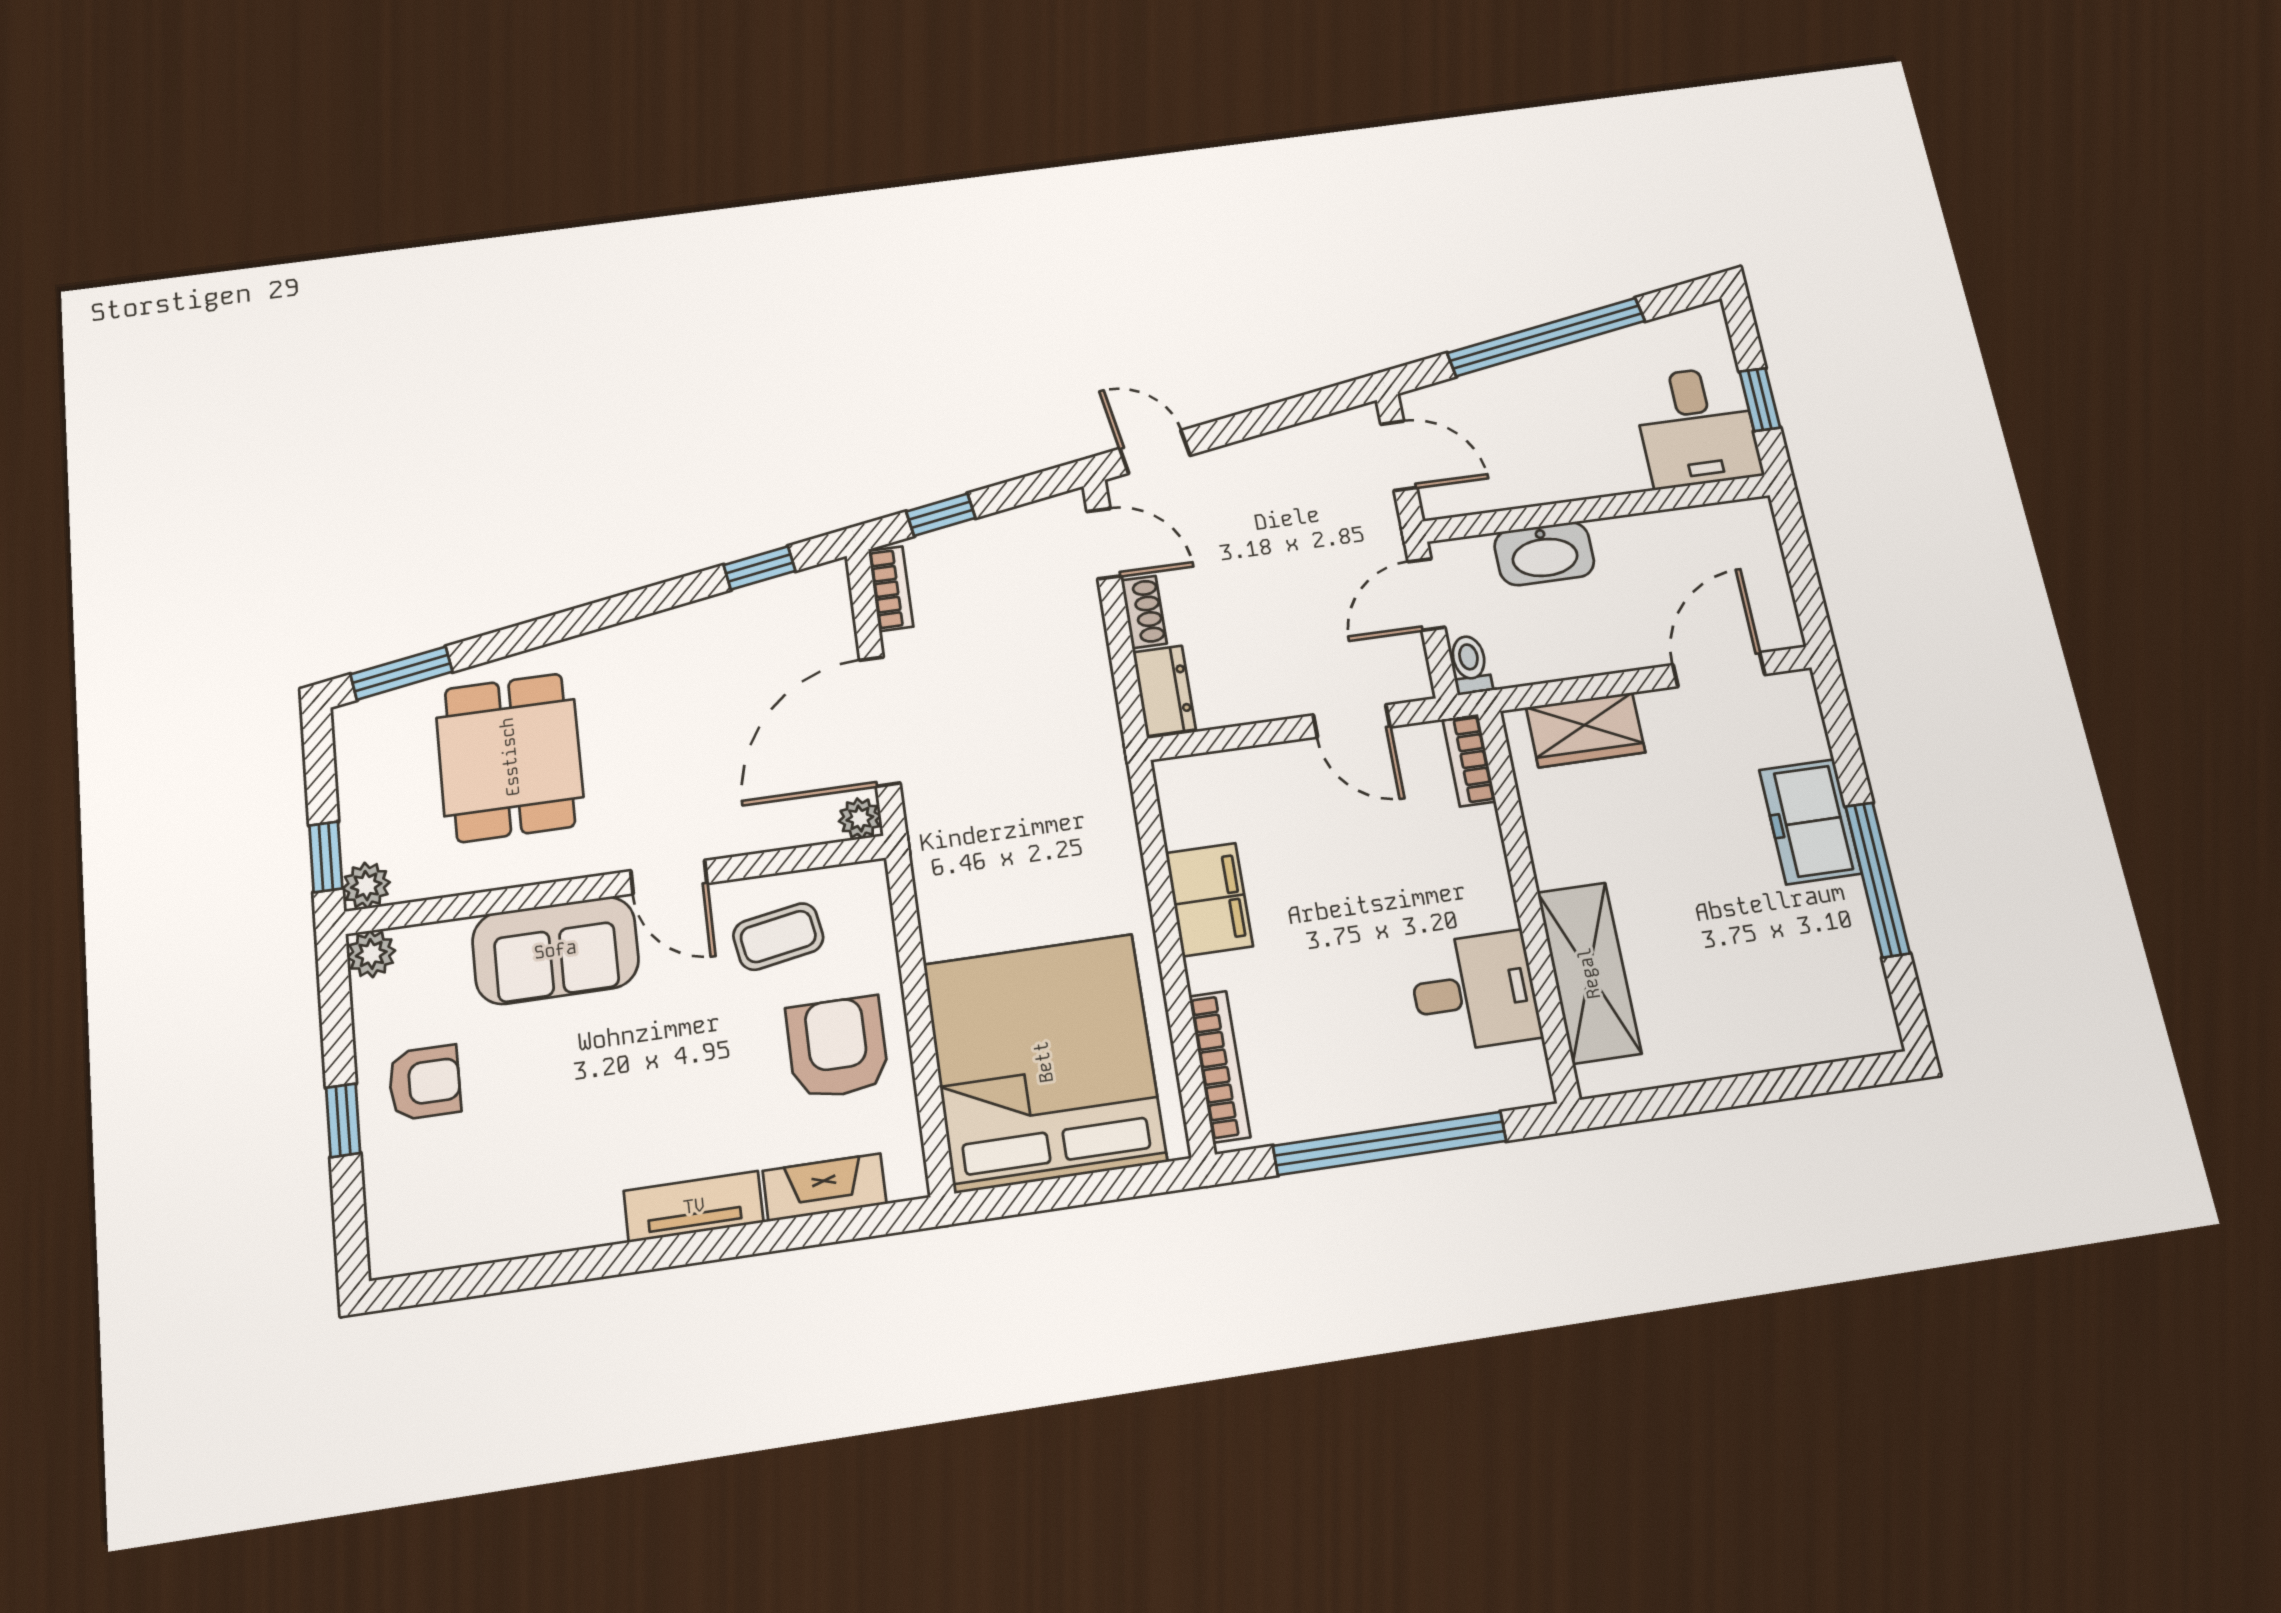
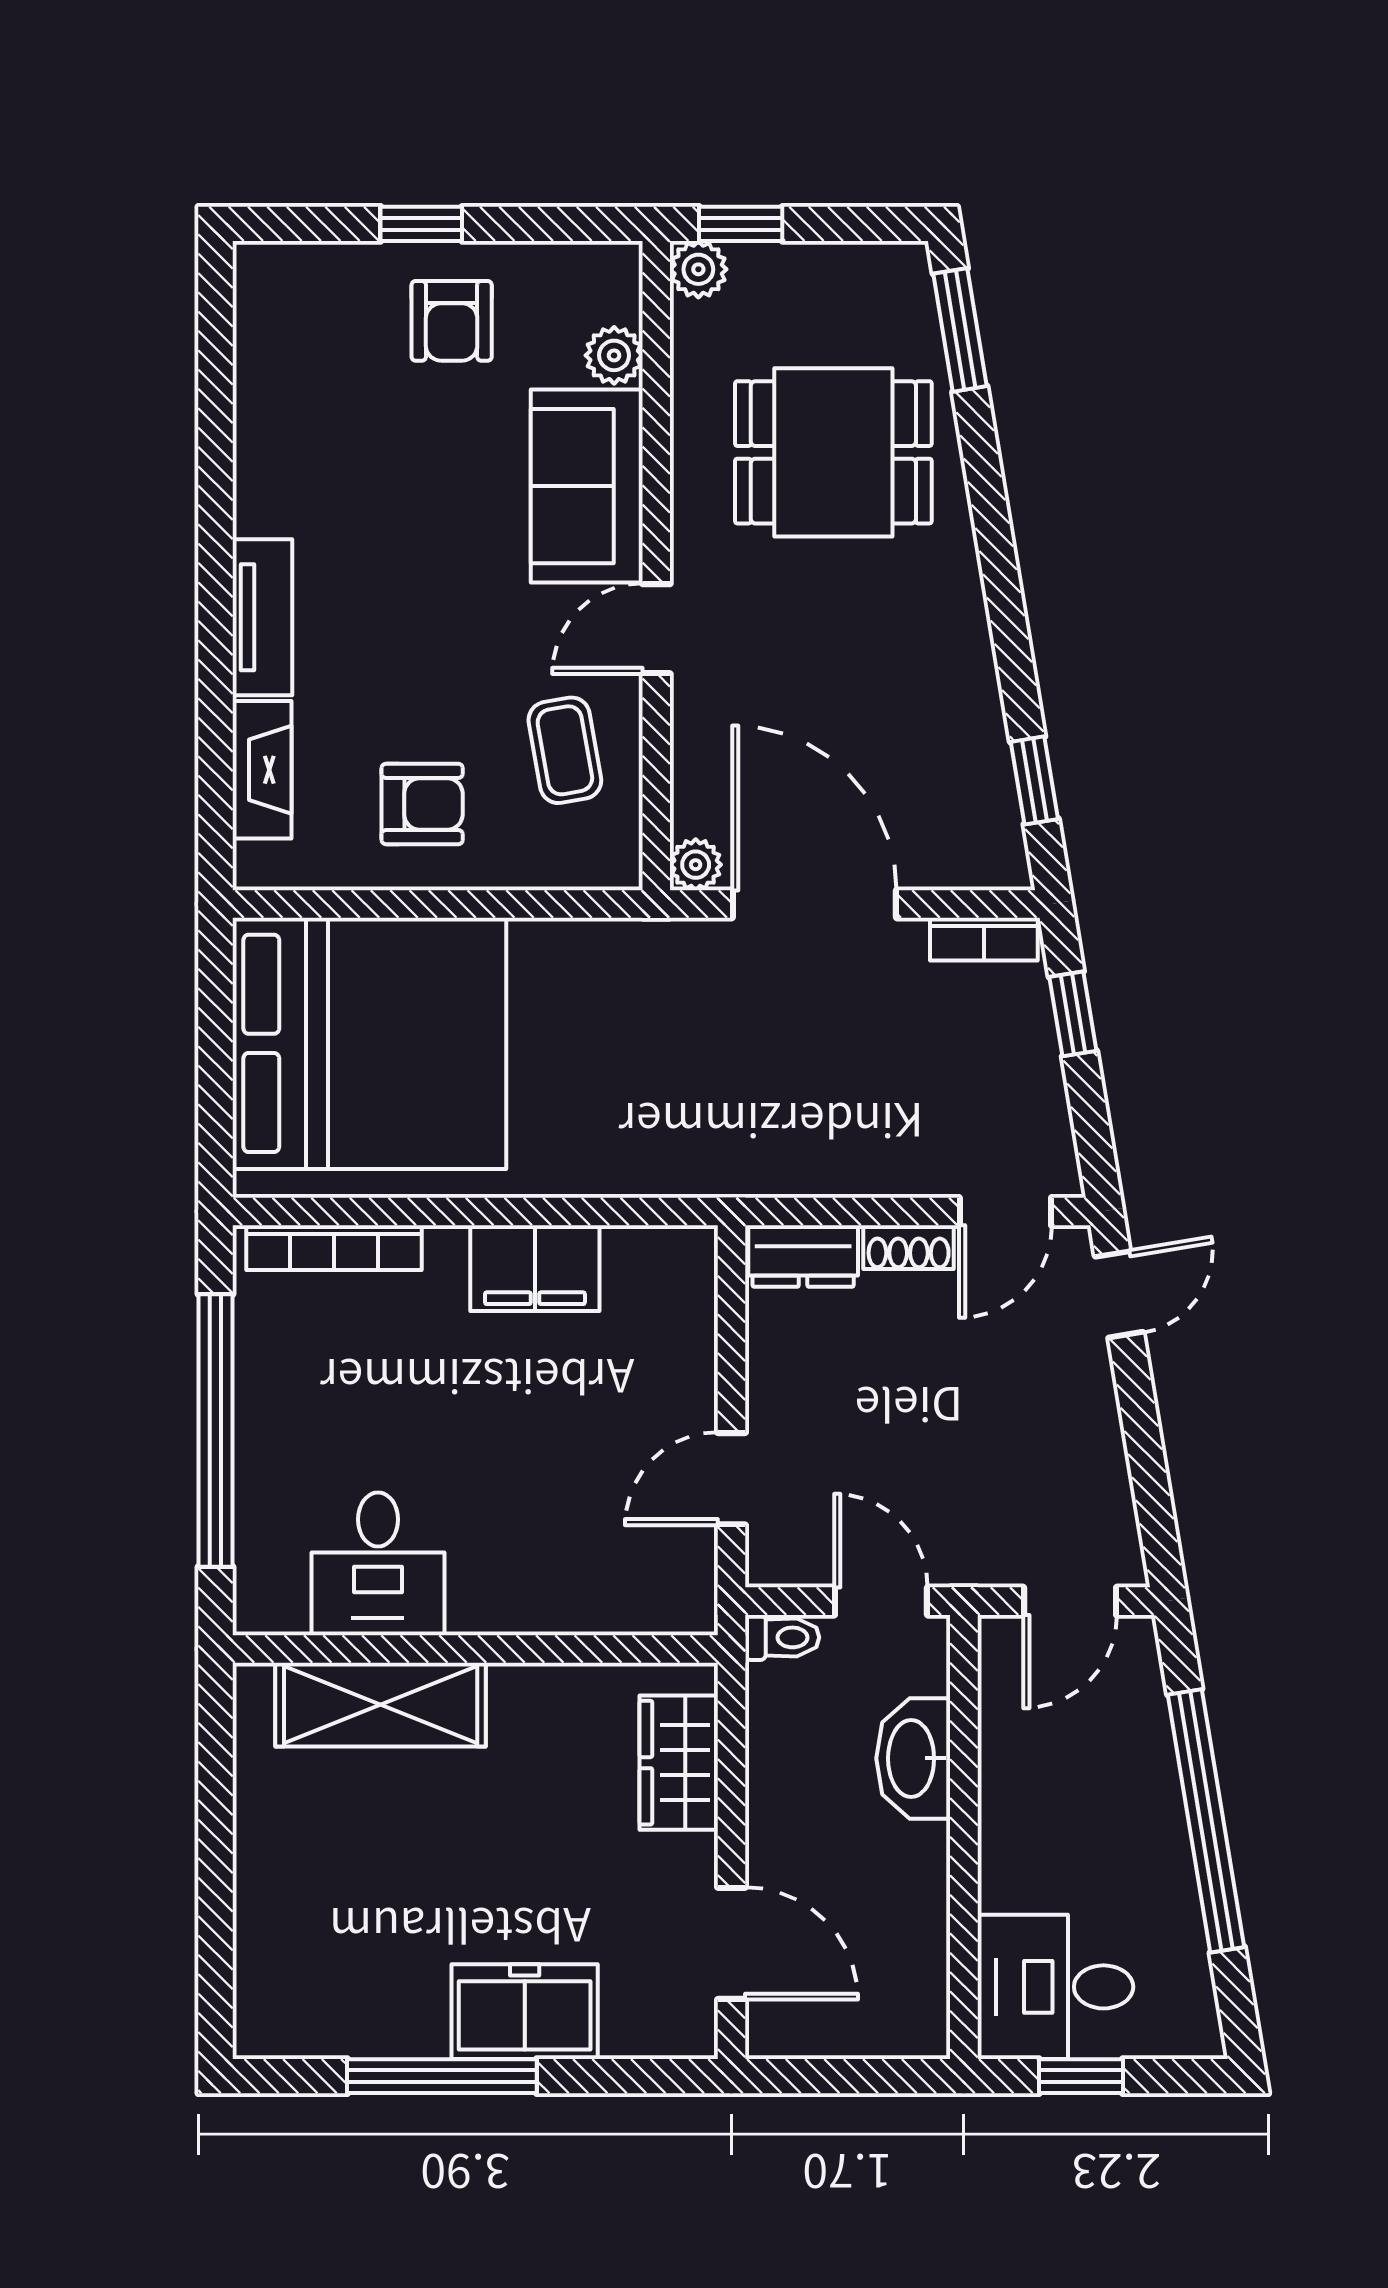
bookcase: (1469, 760) -> (661, 1613), removed
plant: (371, 954) -> (614, 355), moved
armchair: (837, 1047) -> (422, 804), width x0.72, depth x0.72

